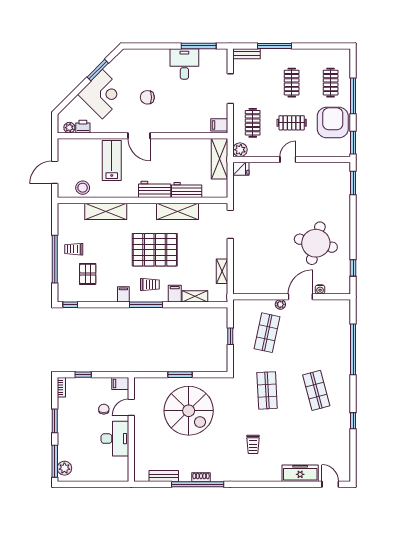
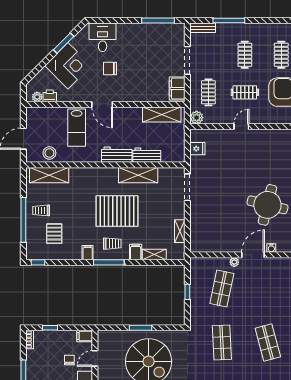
desk: (184, 64) -> (103, 37), moved
filing cabinet: (219, 125) -> (177, 89), width x2.00
shelving: (219, 159) -> (162, 115), moved, turned 90
lab bench: (112, 161) -> (77, 128), turned 180
fridge: (241, 169) -> (197, 149), moved
shelving: (106, 211) -> (49, 175), moved

